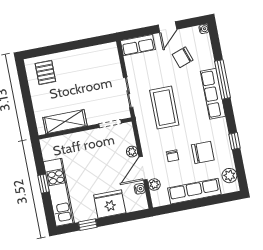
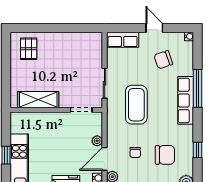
door: (167, 27) -> (154, 28), swing flipped

